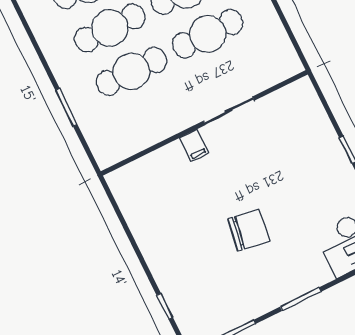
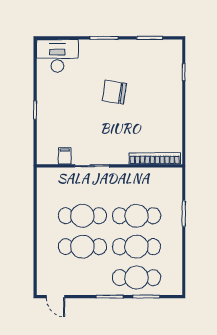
filing cabinet: (194, 145) -> (65, 156), moved
bookcase: (146, 165) -> (155, 158), added

